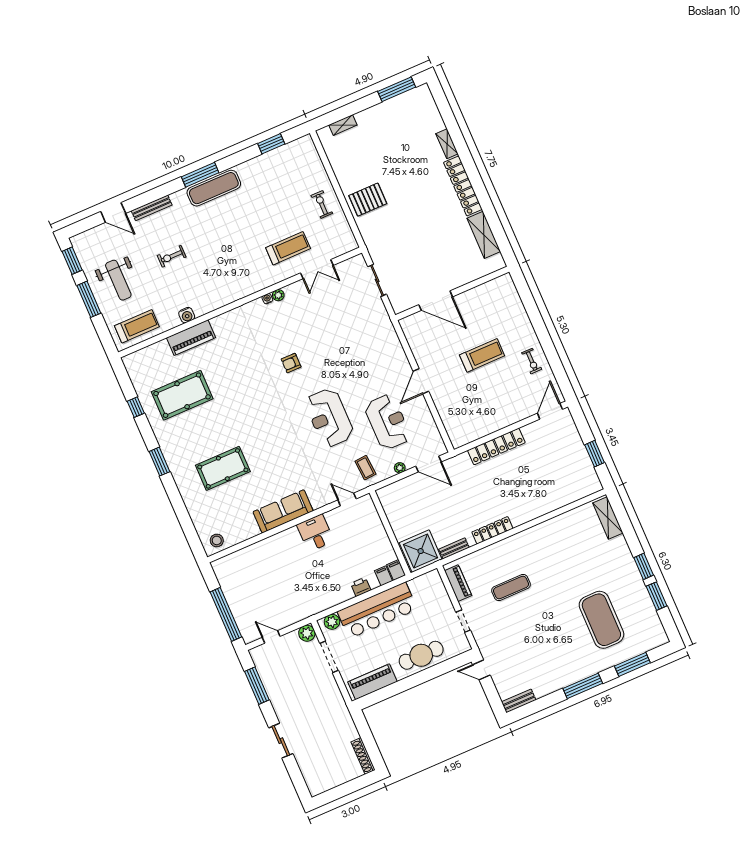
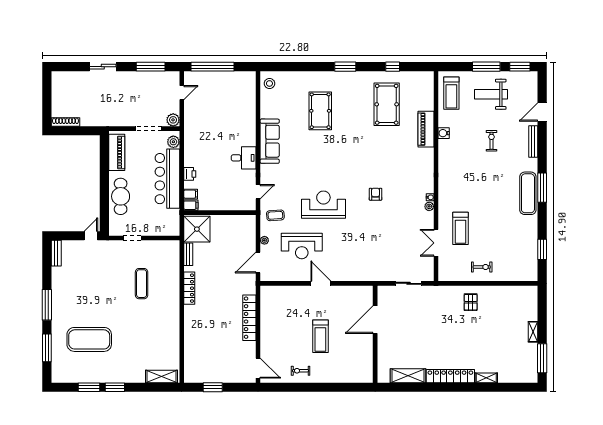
shelving: (343, 125) -> (533, 332), moved
pallet: (368, 200) -> (471, 302), width x0.67, depth x0.71
piano: (458, 583) -> (162, 246), removed

